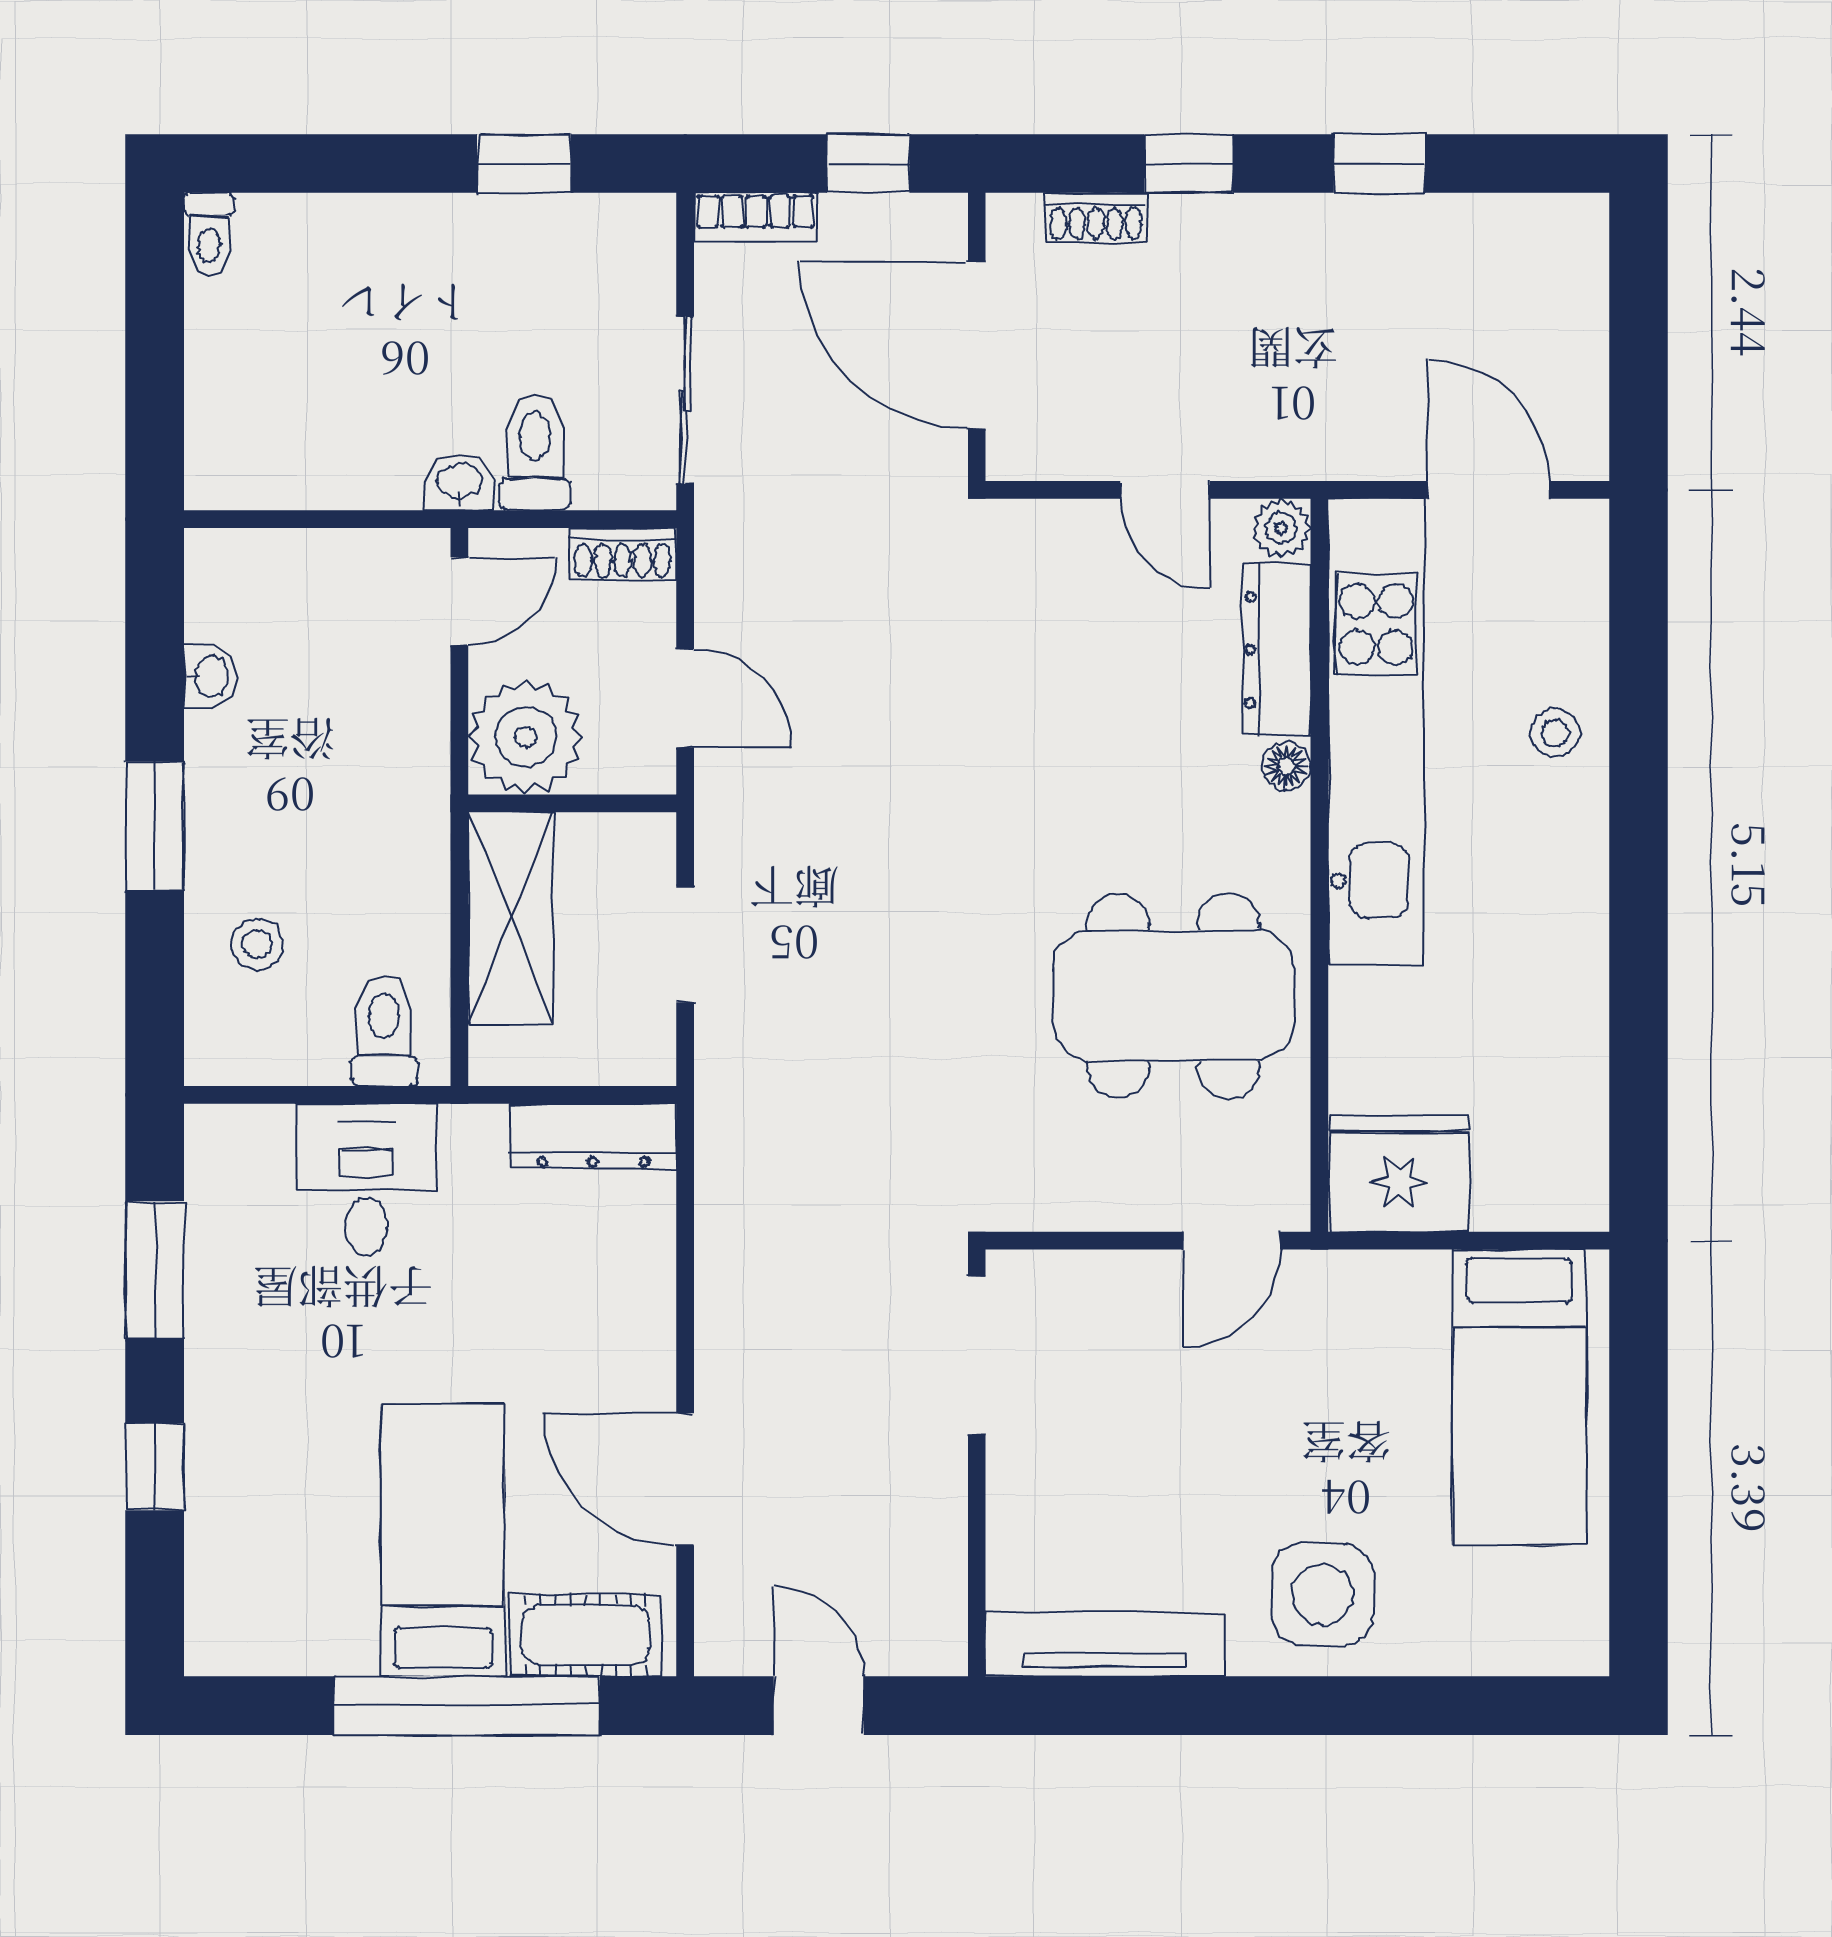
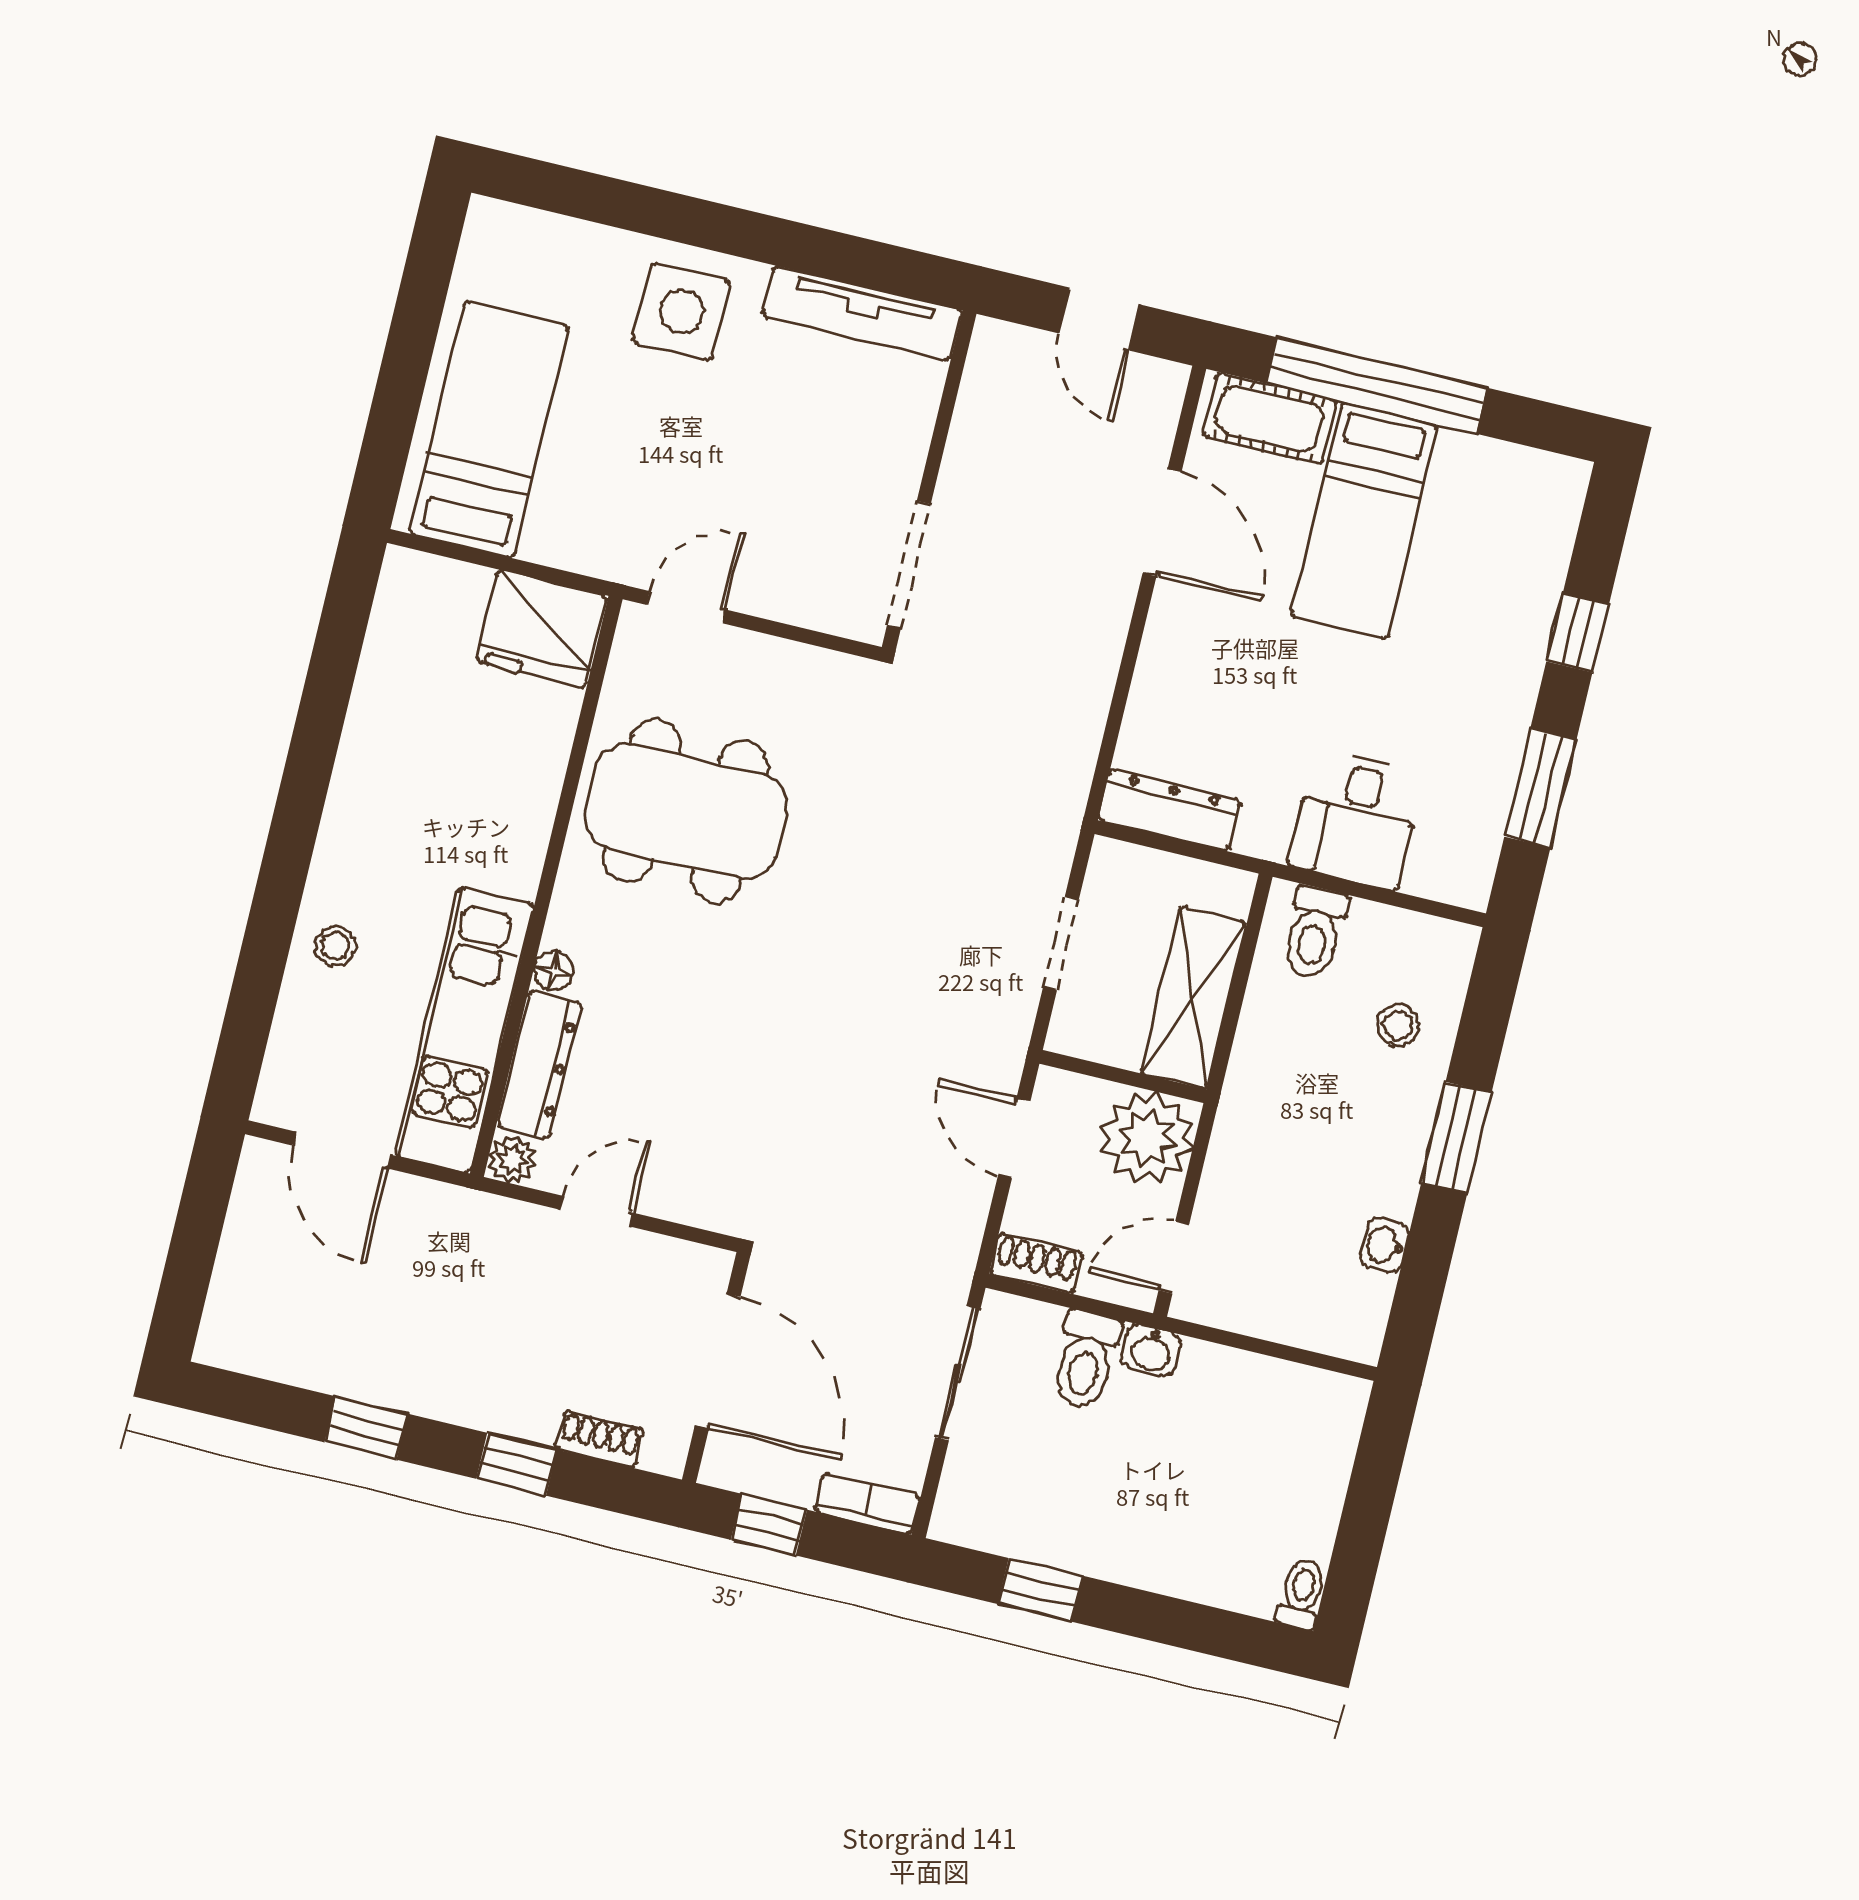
door: (1165, 490) -> (597, 1211), hinge flipped
kitchen unit: (1376, 732) -> (464, 1030), width x0.73

